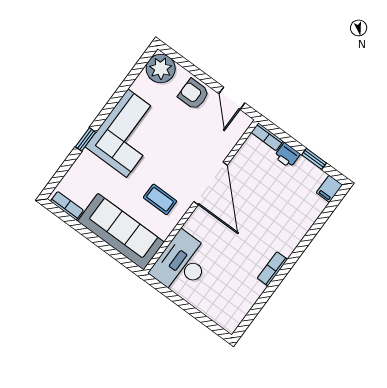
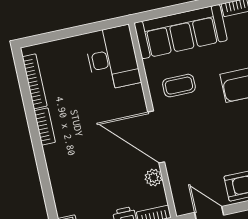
plant: (241, 160) -> (154, 178), added
bookcase: (247, 304) -> (35, 81), added

